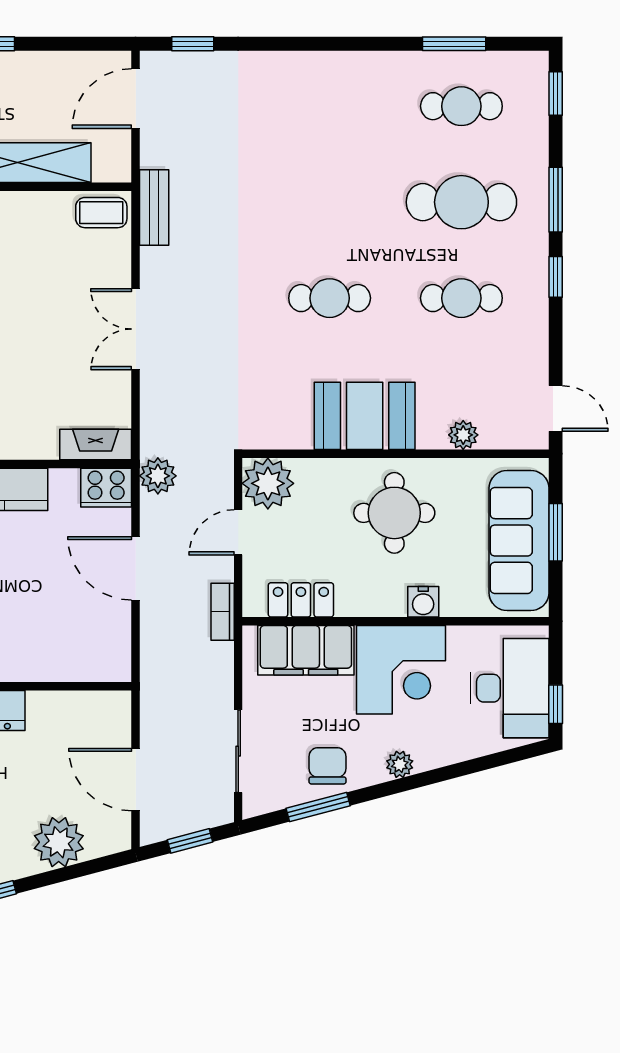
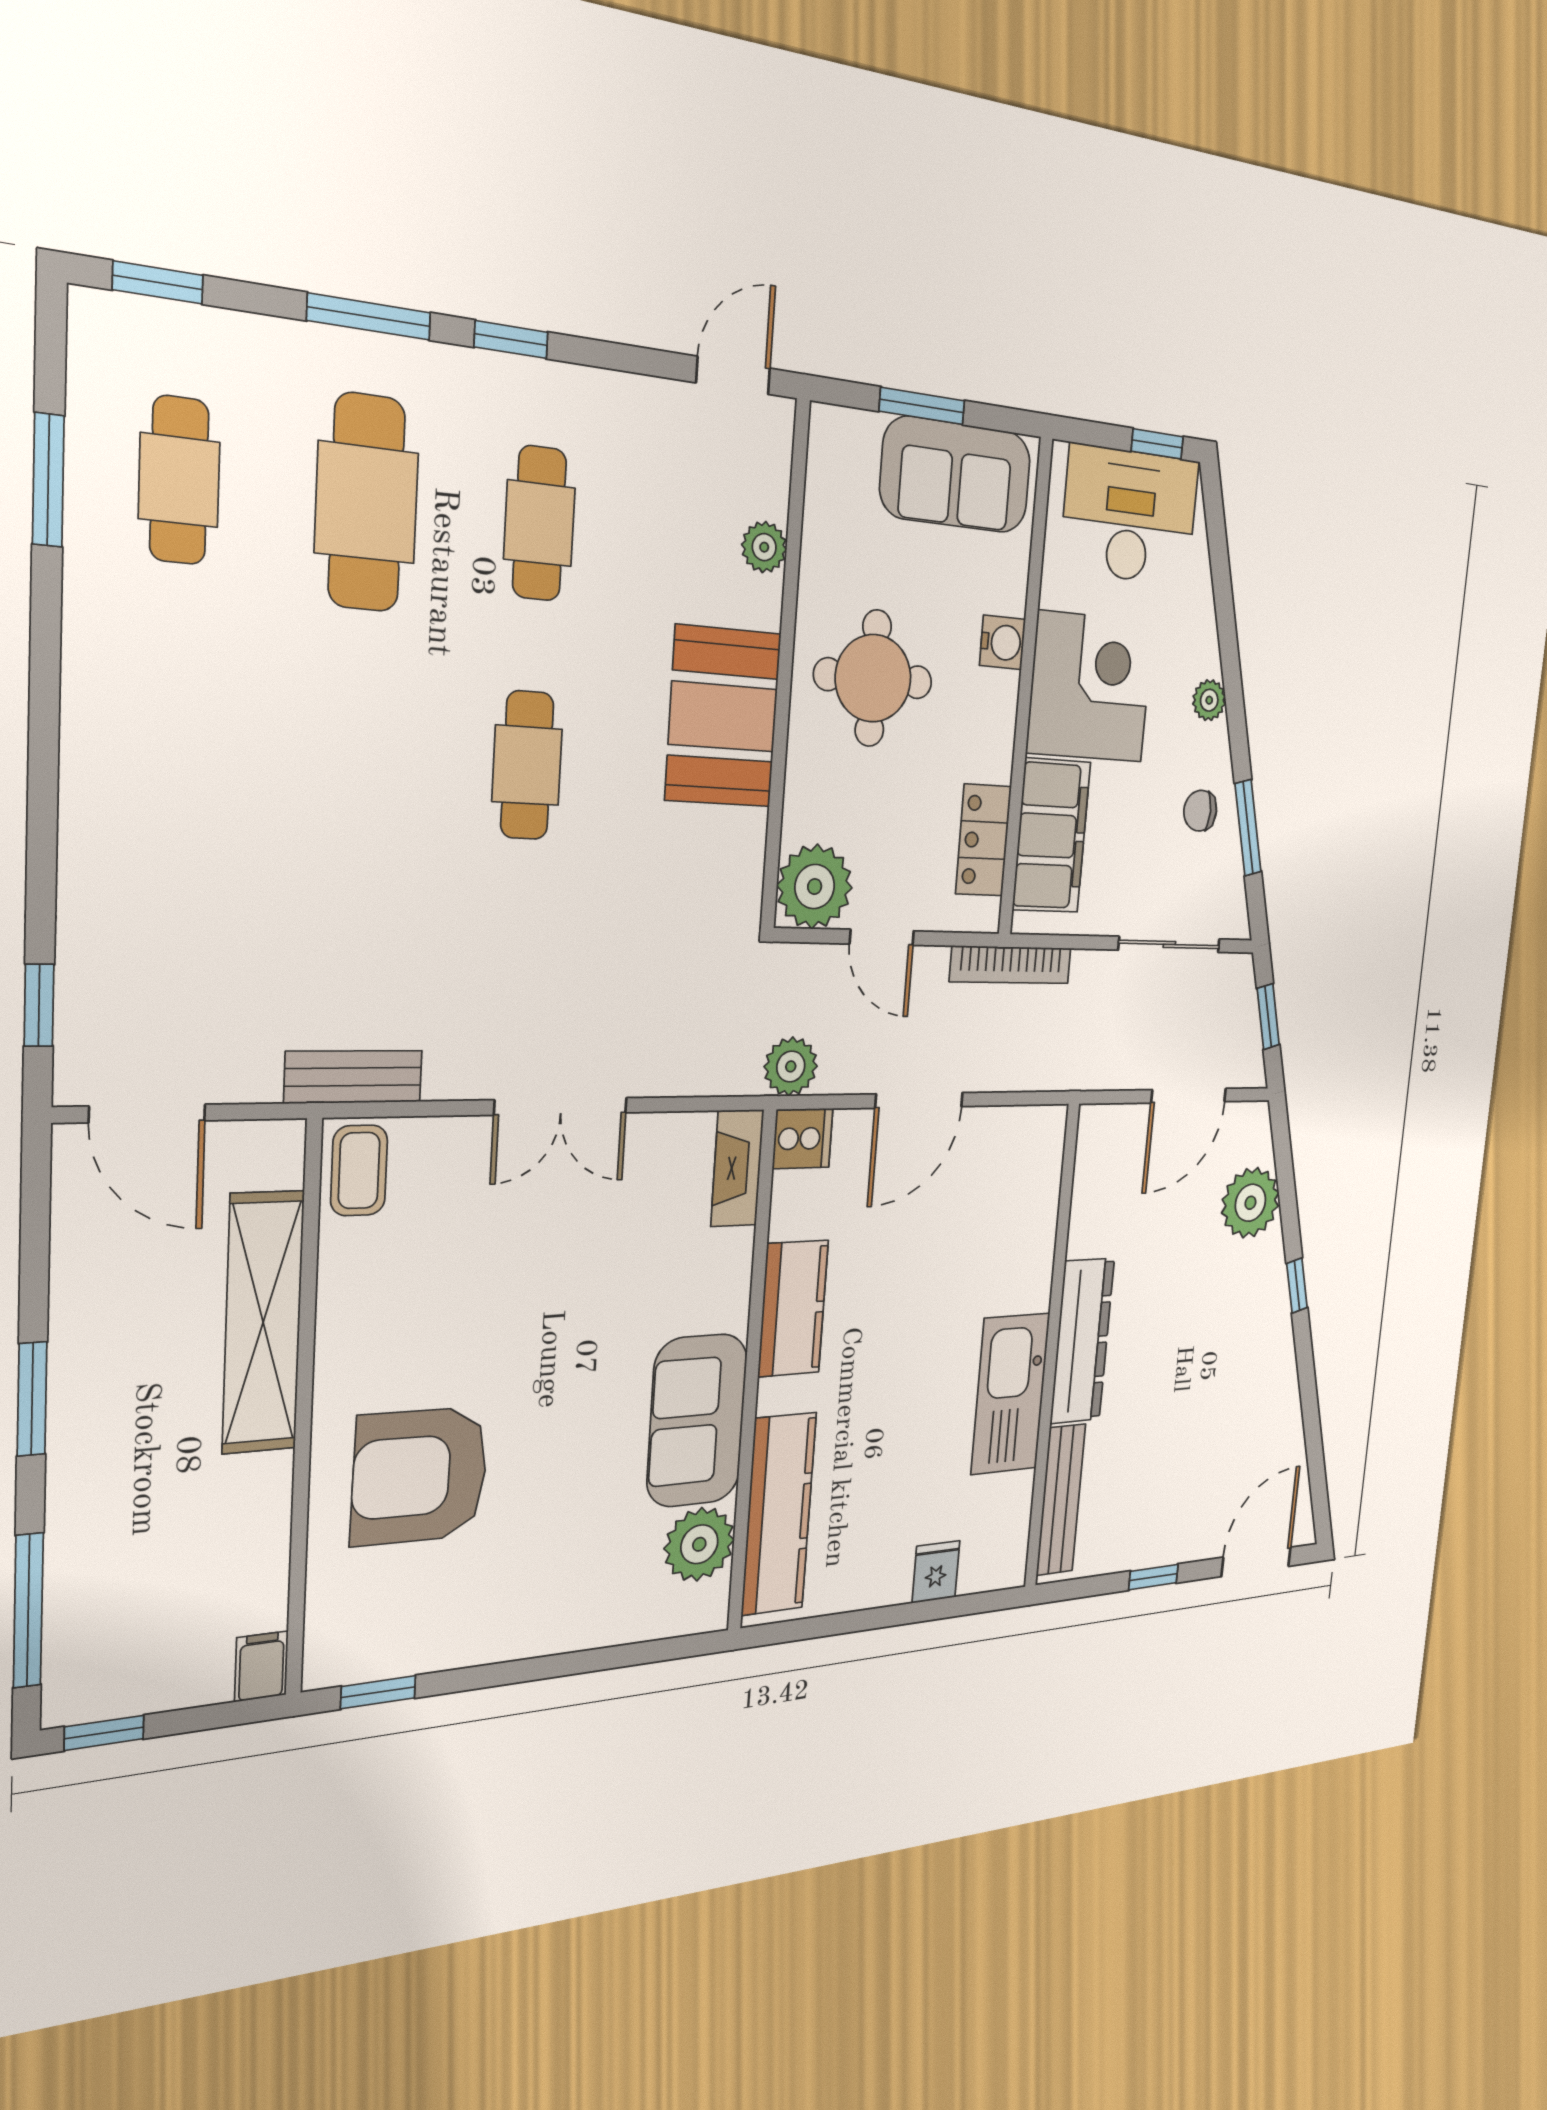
cooker: (106, 488) -> (803, 1138), width x0.73
sofa: (519, 540) -> (956, 475), width x0.73
bookcase: (223, 612) -> (1011, 965), width x1.56
chair: (328, 766) -> (1200, 811), width x0.73, depth x0.73

